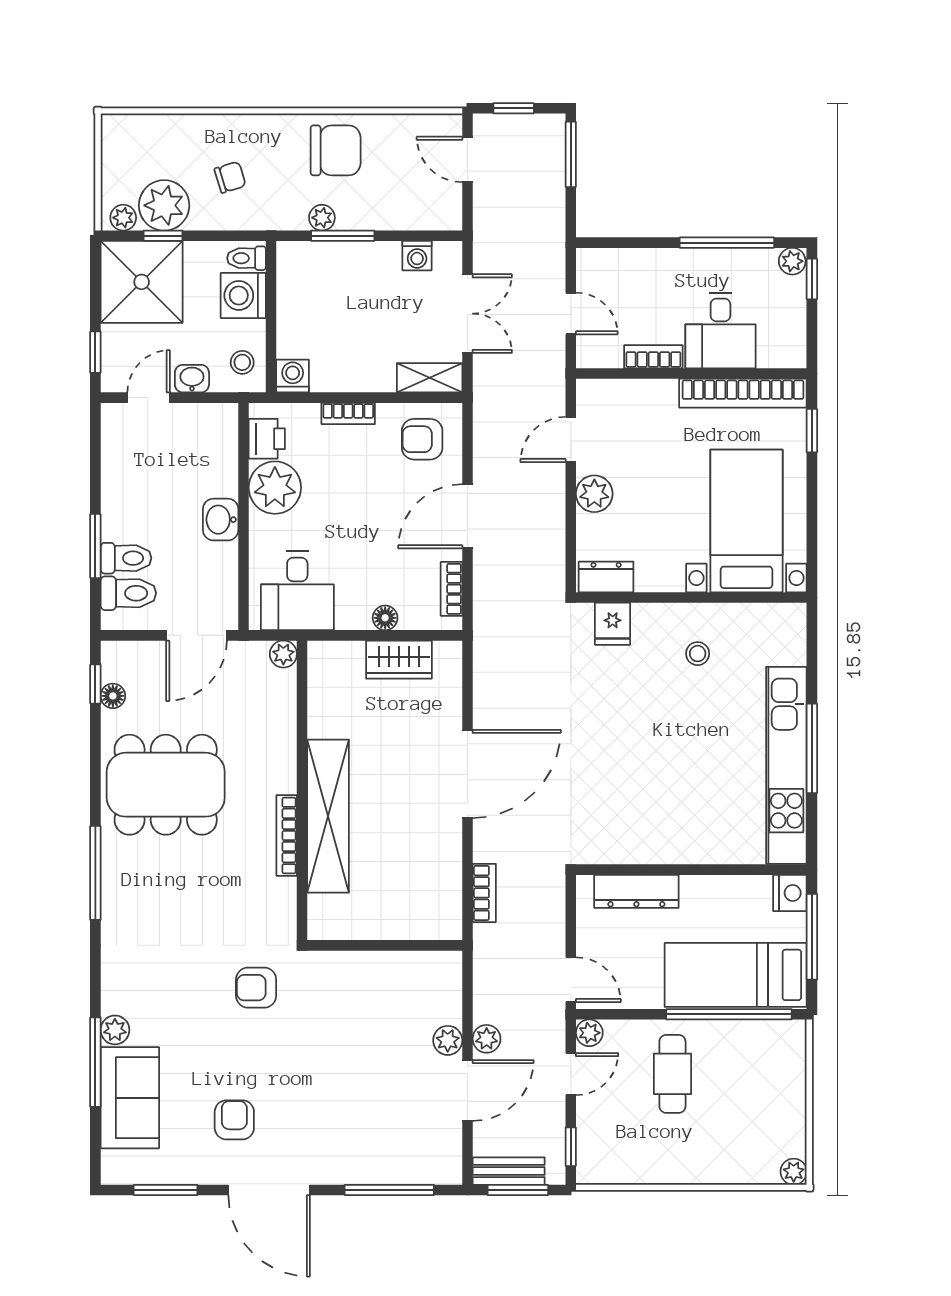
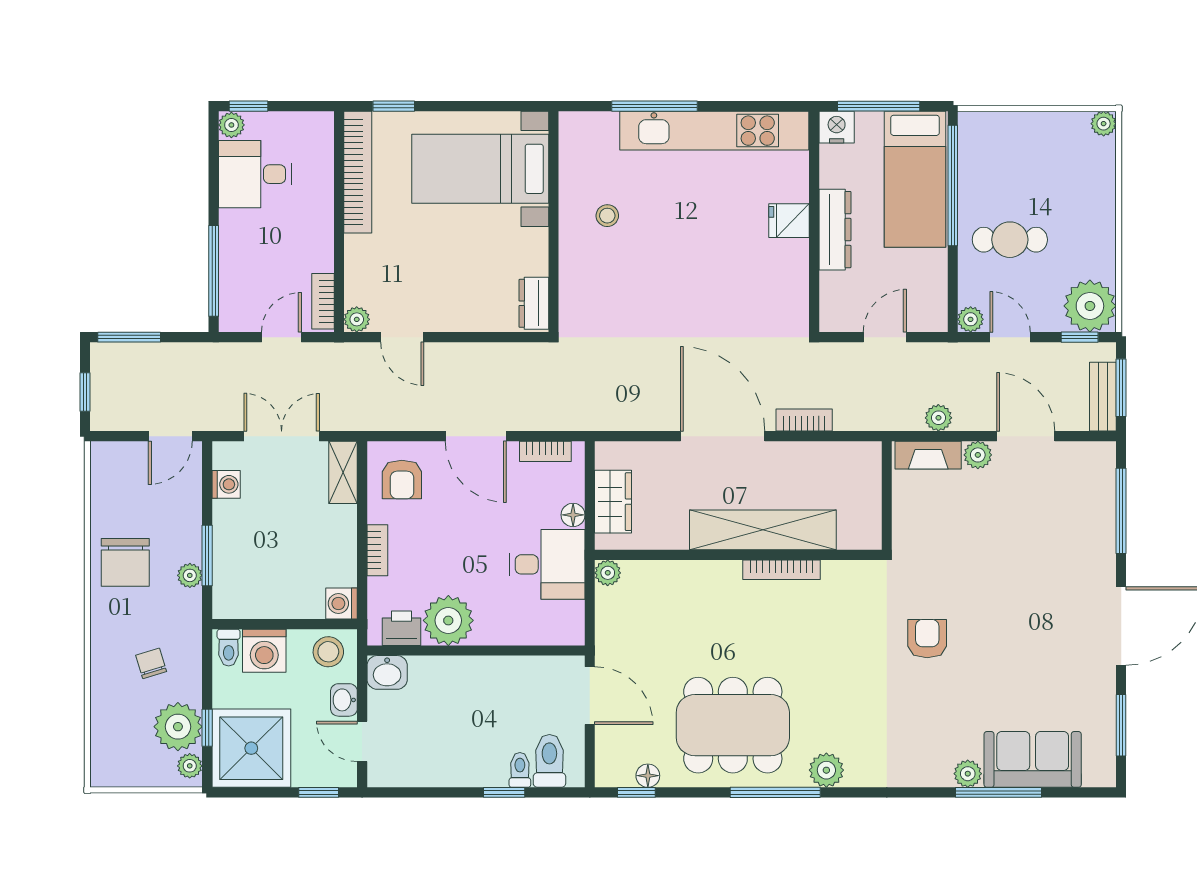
chair: (336, 150) -> (125, 562), turned 180
door: (467, 159) -> (170, 436), moved
window: (727, 243) -> (214, 271), moved
desk: (720, 330) -> (255, 174), moved, turned 180
bookcase: (653, 357) -> (323, 301), moved
stool: (242, 362) -> (328, 652), width x1.37, depth x1.37
plant: (594, 494) -> (357, 319), moved, width x0.73, depth x0.73
washbasin: (221, 520) -> (387, 672), moved
window: (95, 546) -> (504, 792), width x0.67
toilet: (126, 558) -> (520, 770), width x0.73, depth x0.72
desk: (297, 591) -> (547, 564), moved
fridge: (613, 624) -> (789, 221), moved, turned 180
plant: (283, 654) -> (608, 573), moved
window: (812, 748) -> (654, 106), moved
dining table: (166, 785) -> (733, 725), turned 90
wall: (302, 790) -> (738, 555), moved
shelving: (328, 816) -> (763, 530), moved
bookcase: (287, 835) -> (782, 570), moved
window: (95, 873) -> (775, 792), moved
plant: (119, 882) -> (826, 770), added
dresser: (636, 891) -> (835, 230), moved
bookcase: (484, 893) -> (804, 420), moved
door: (571, 980) -> (885, 337), moved
armchair: (256, 988) -> (927, 639), turned 180
fireplace: (448, 989) -> (928, 455), added
plant: (487, 1039) -> (938, 418), moved
armchair: (234, 1120) -> (1054, 659), removed
plant: (603, 1157) -> (1090, 306), added

